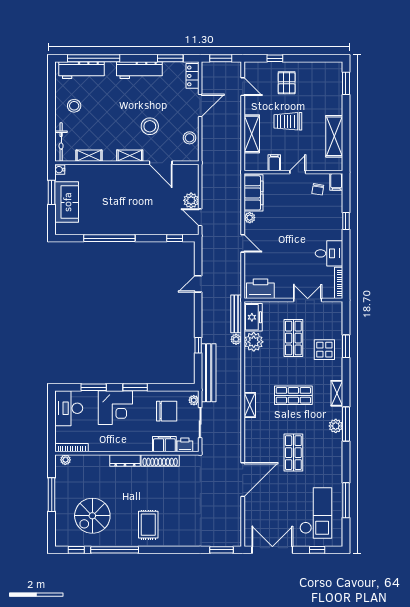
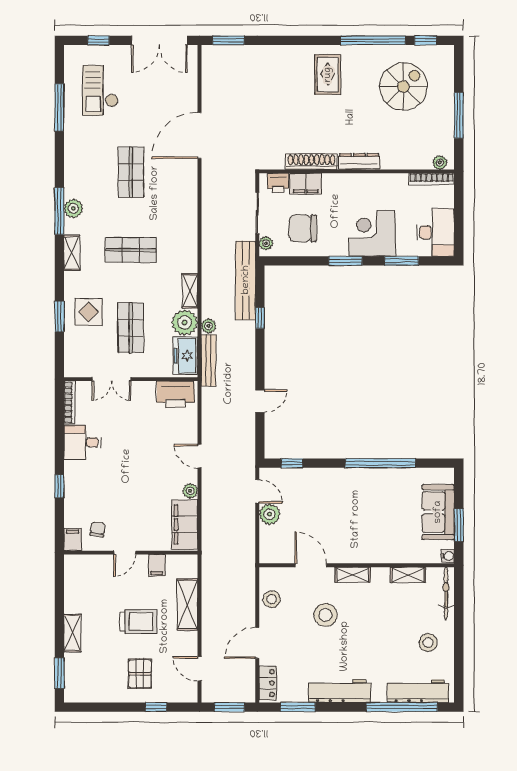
shelving: (334, 136) -> (72, 633), moved, width x0.67, depth x0.75
shelving: (250, 405) -> (190, 291), moved
checkout: (316, 513) -> (100, 90), width x0.73, depth x0.83

